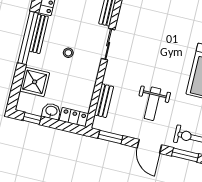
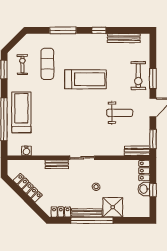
shower: (35, 82) -> (113, 207), moved
bench: (104, 101) -> (137, 151), moved
window: (32, 118) -> (153, 190), moved

